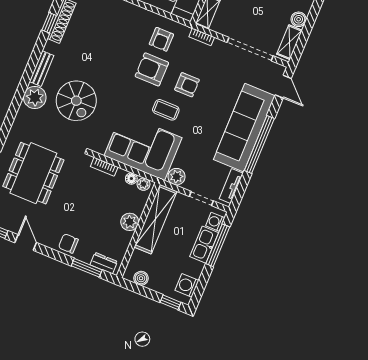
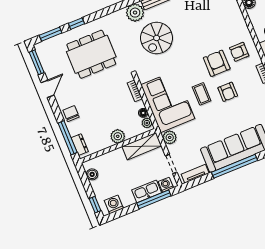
shelving: (156, 219) -> (142, 146), width x0.68
window: (87, 268) -> (68, 138), width x1.44

